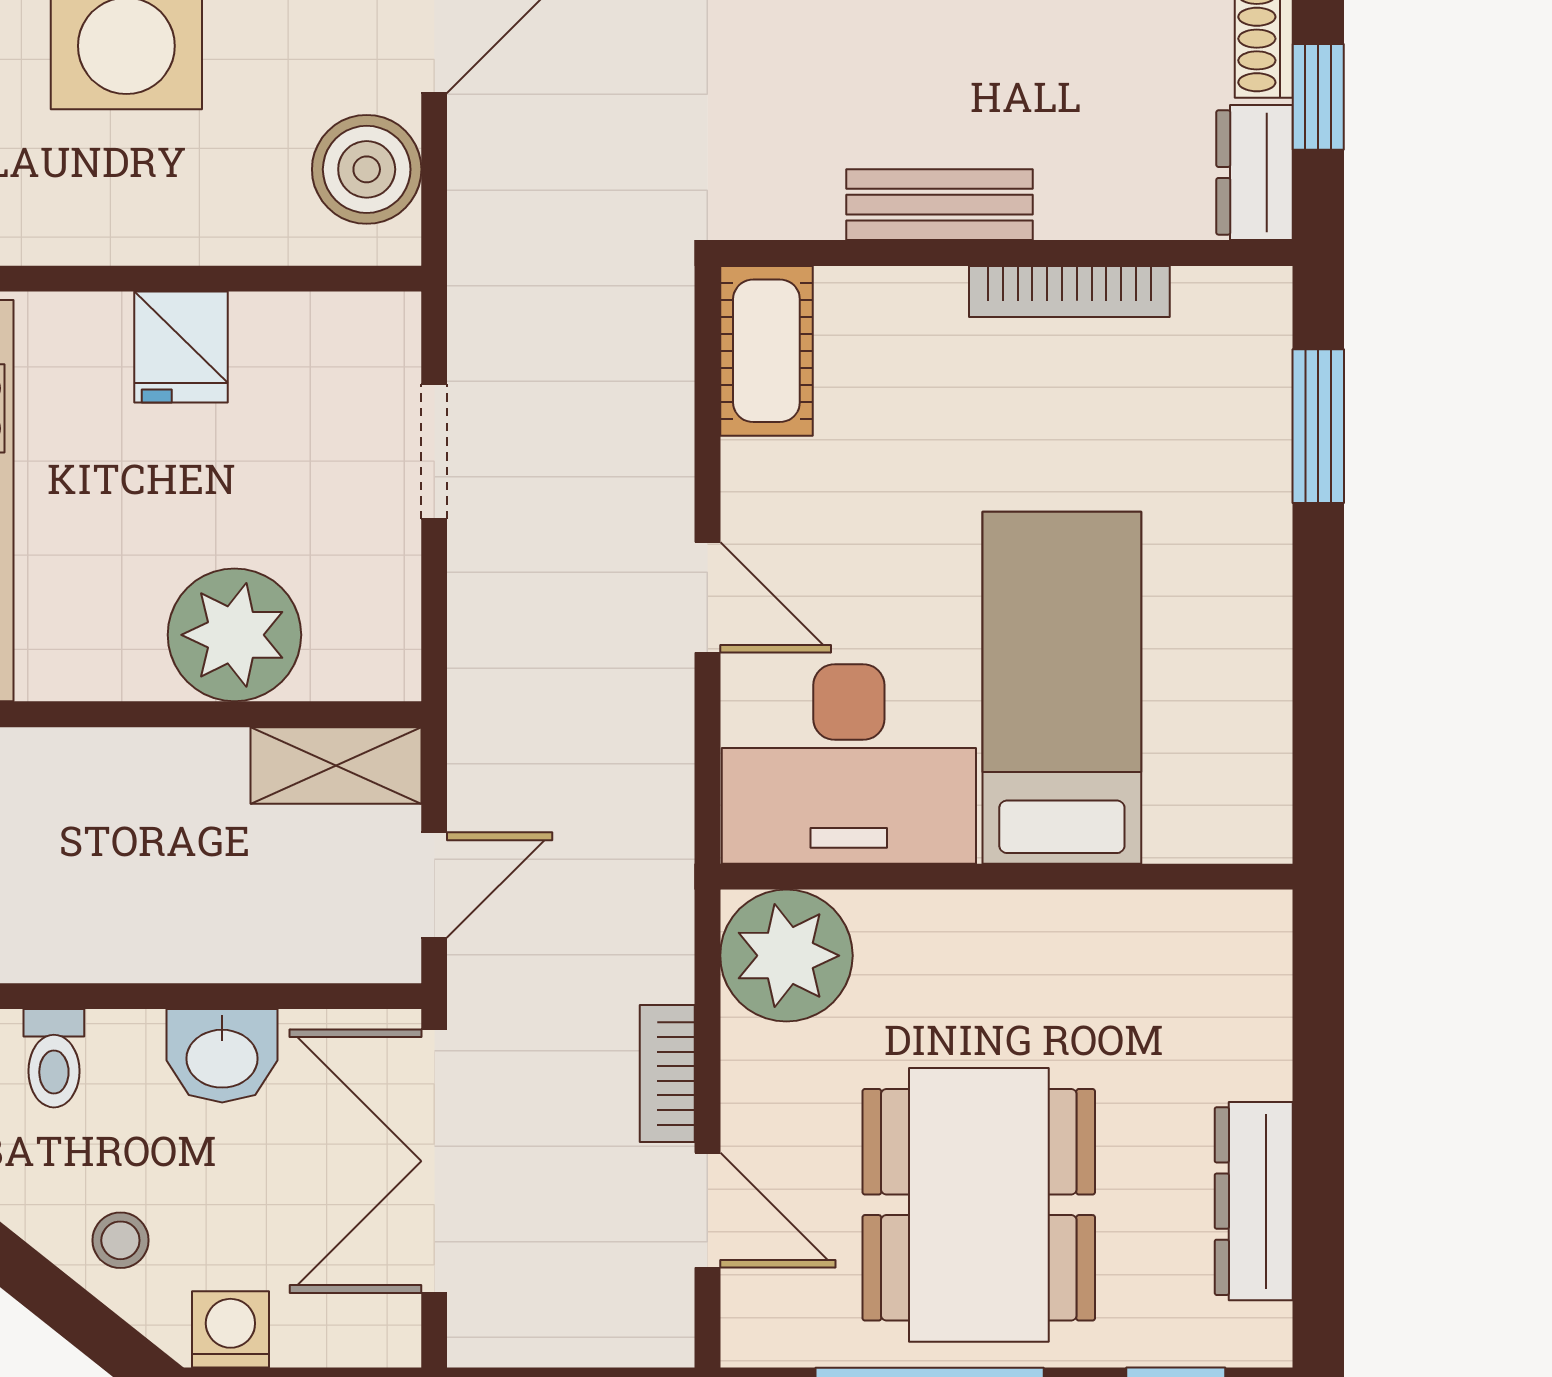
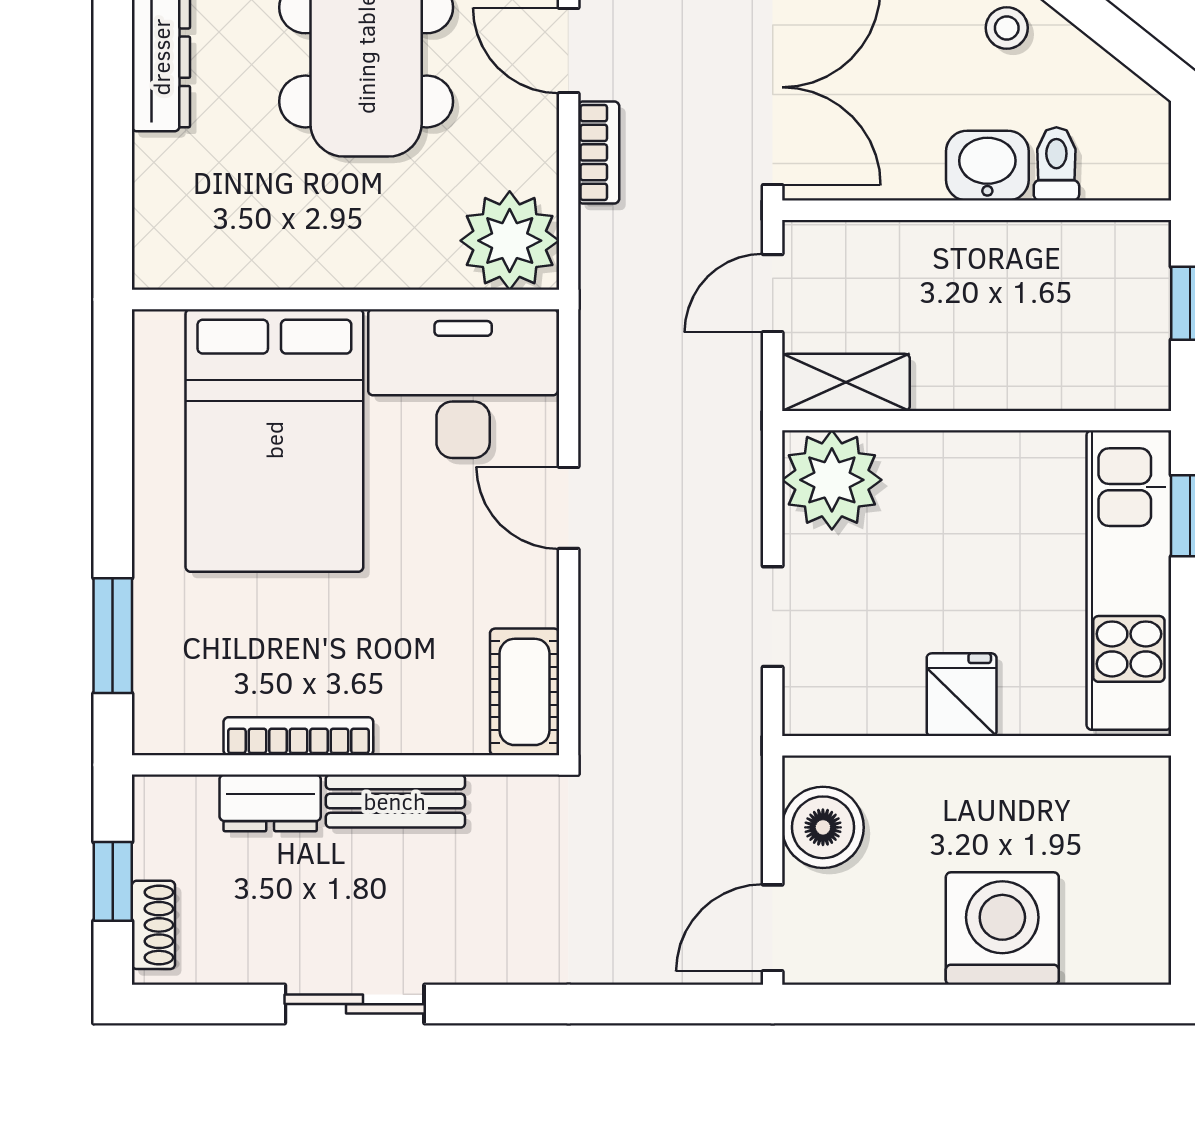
dresser: (1254, 172) -> (270, 803), moved, turned 90
plant: (234, 635) -> (832, 480), moved
bed: (1062, 688) -> (274, 440), width x1.50
washbasin: (222, 1056) -> (987, 166), moved

